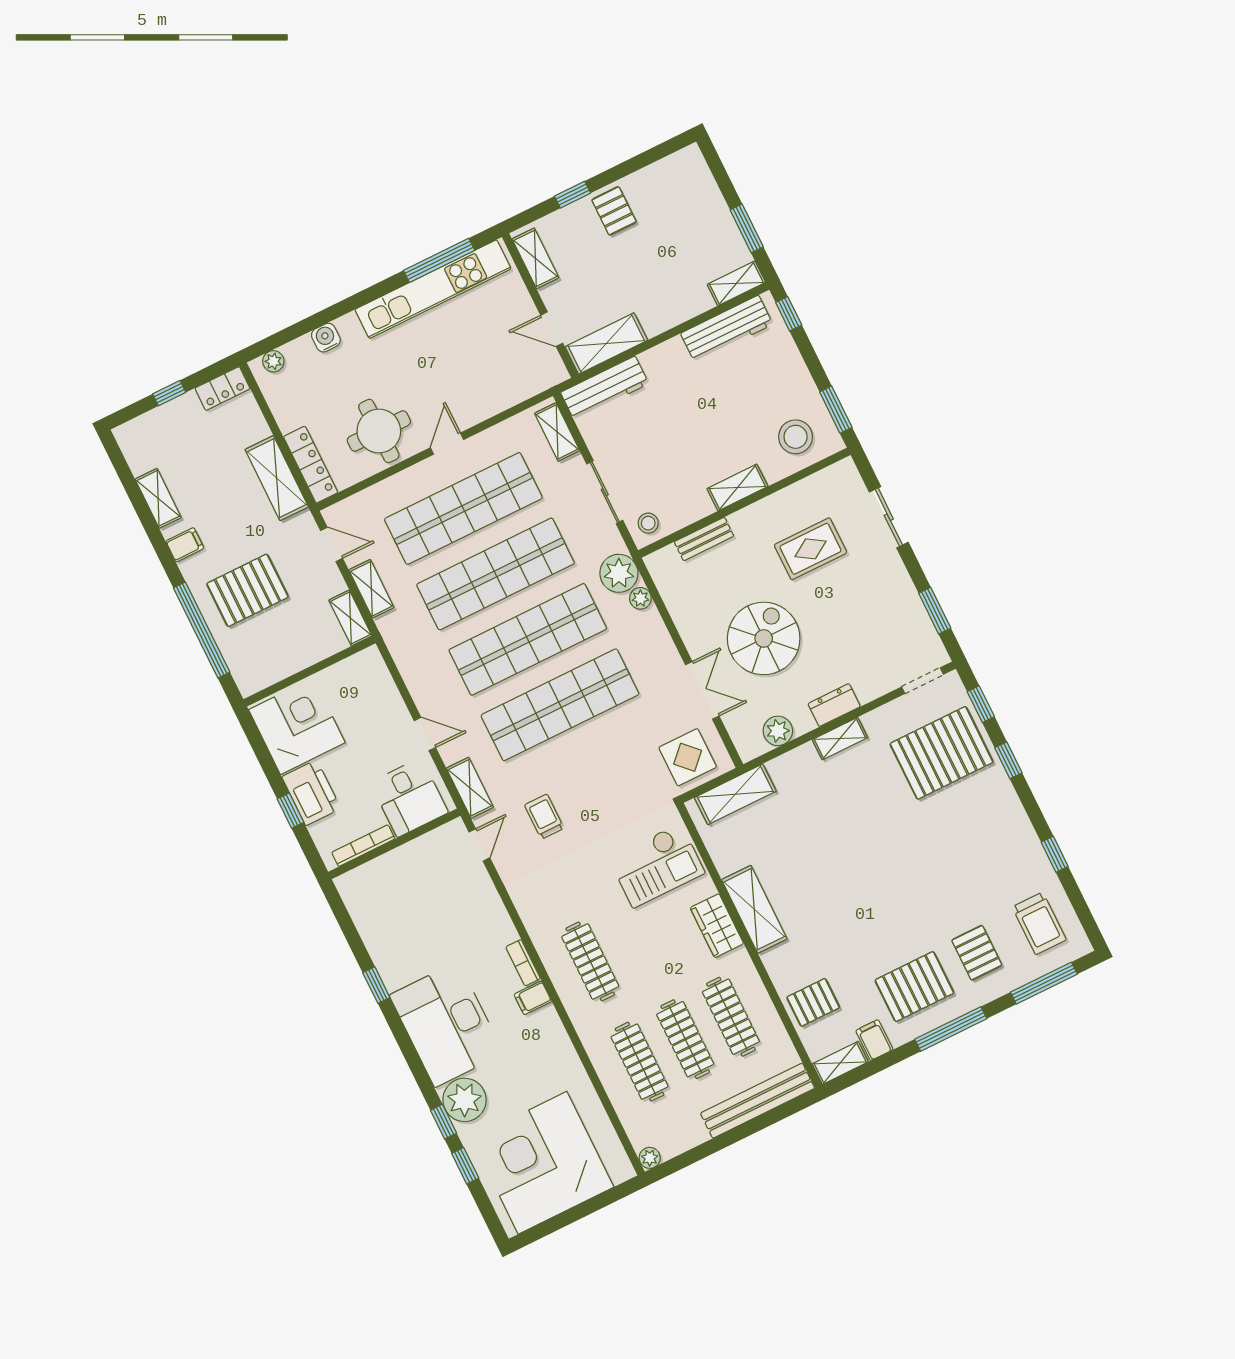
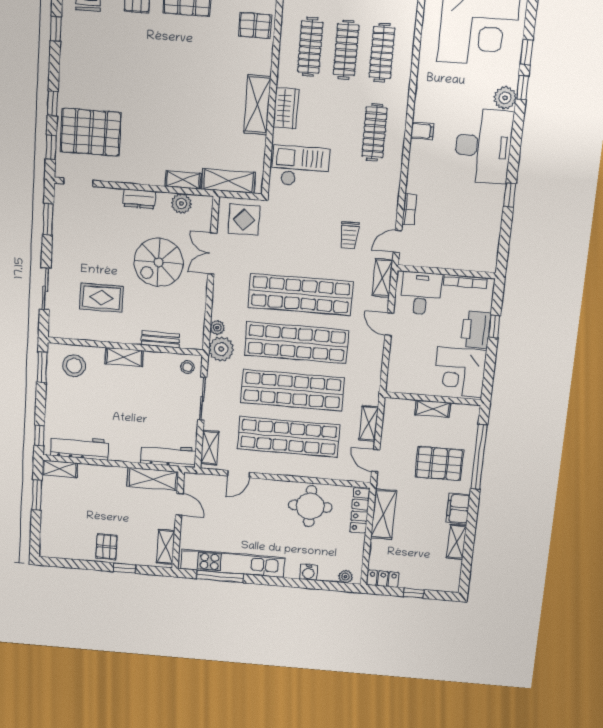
door: (447, 444) -> (239, 474), moved
filing cabinet: (185, 545) -> (458, 509), width x2.00
shelving: (350, 618) -> (433, 409), moved, turned 90
shelving: (840, 739) -> (183, 180), moved
bookcase: (523, 963) -> (409, 209), moved
plant: (464, 1100) -> (505, 98), width x0.73, depth x0.73

